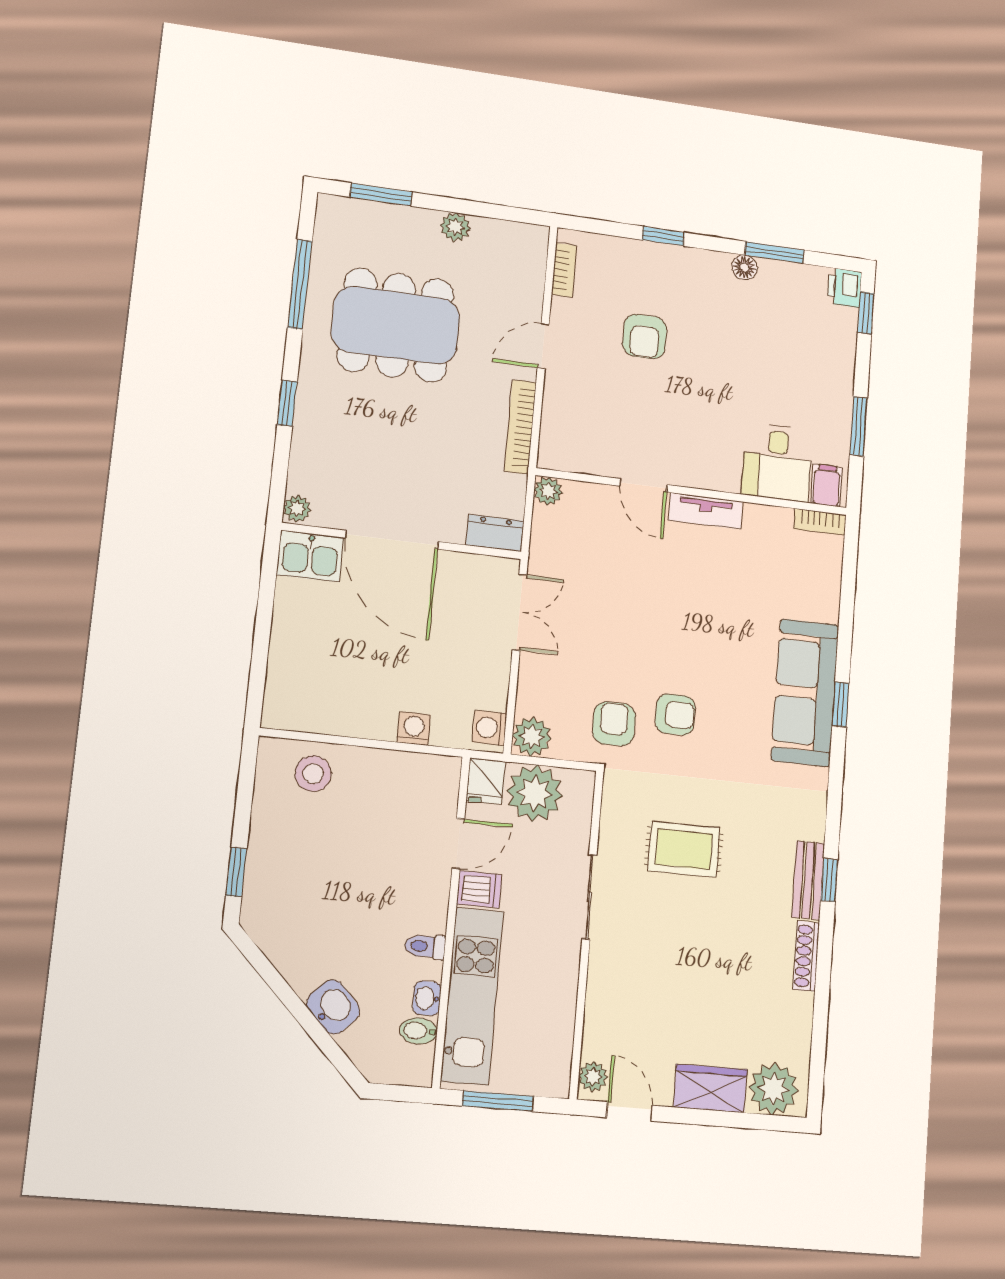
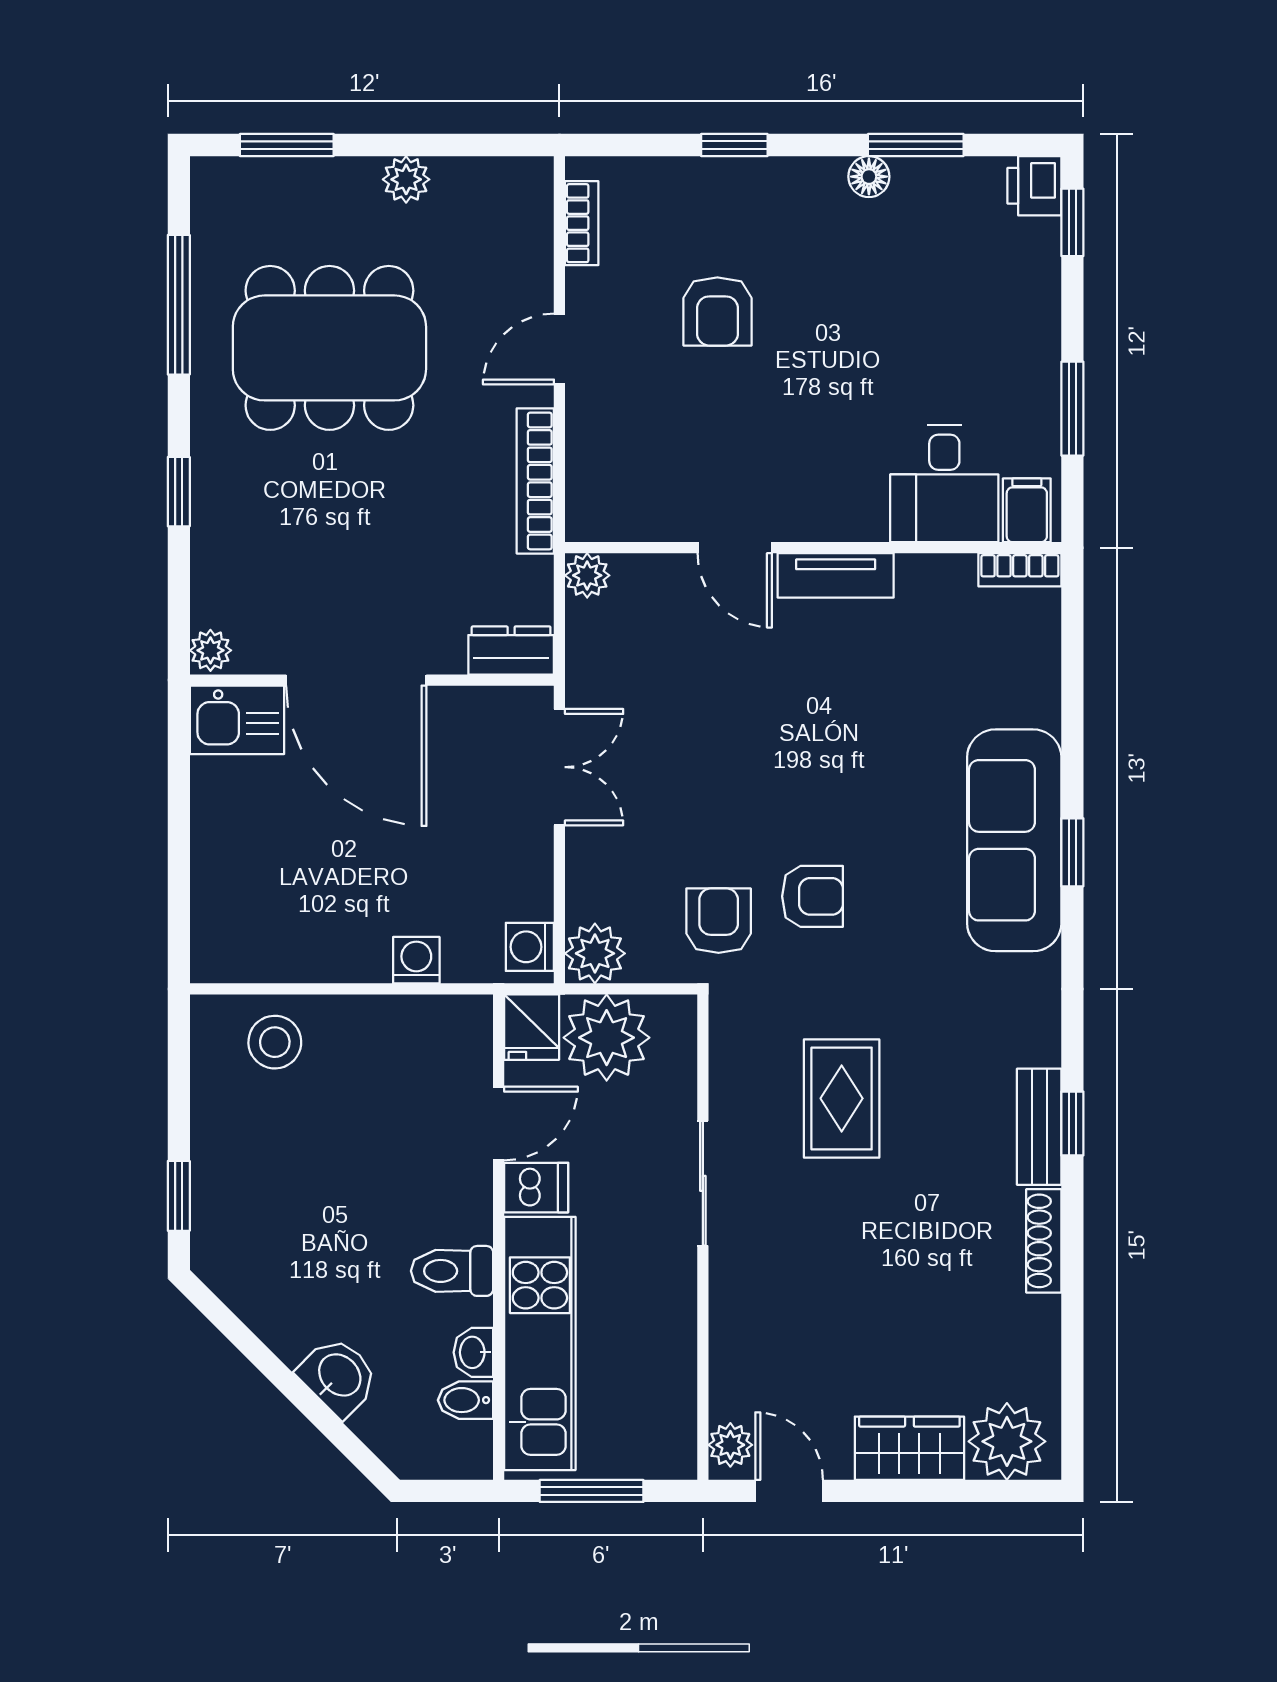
rug: (684, 849) -> (842, 1098), turned 90
toilet: (425, 946) -> (452, 1271), width x1.37, depth x1.39

